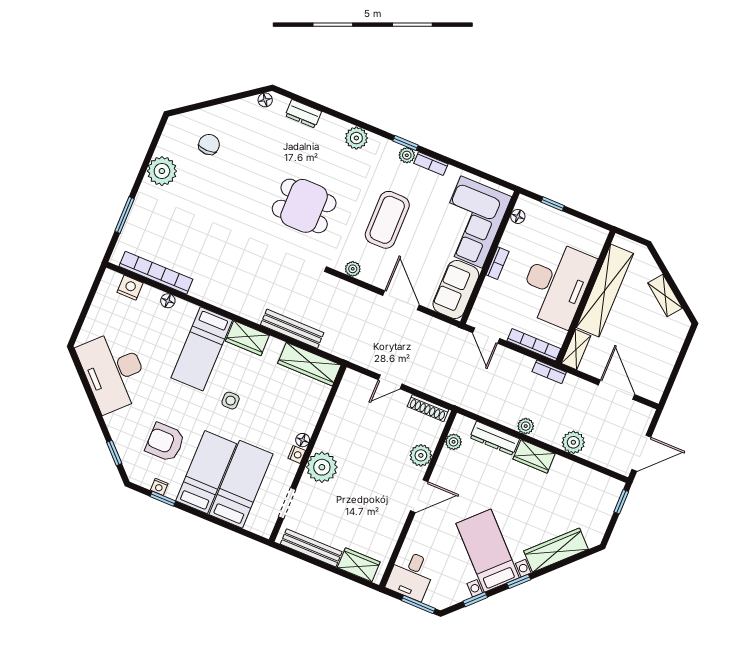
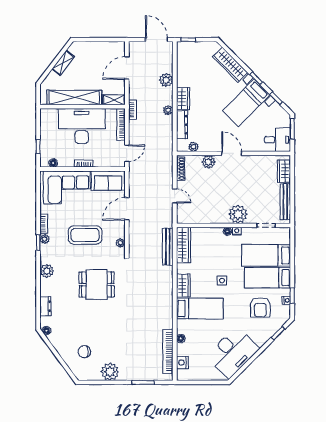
dining table: (304, 206) -> (97, 284), turned 90
bench: (292, 329) -> (168, 247), moved

